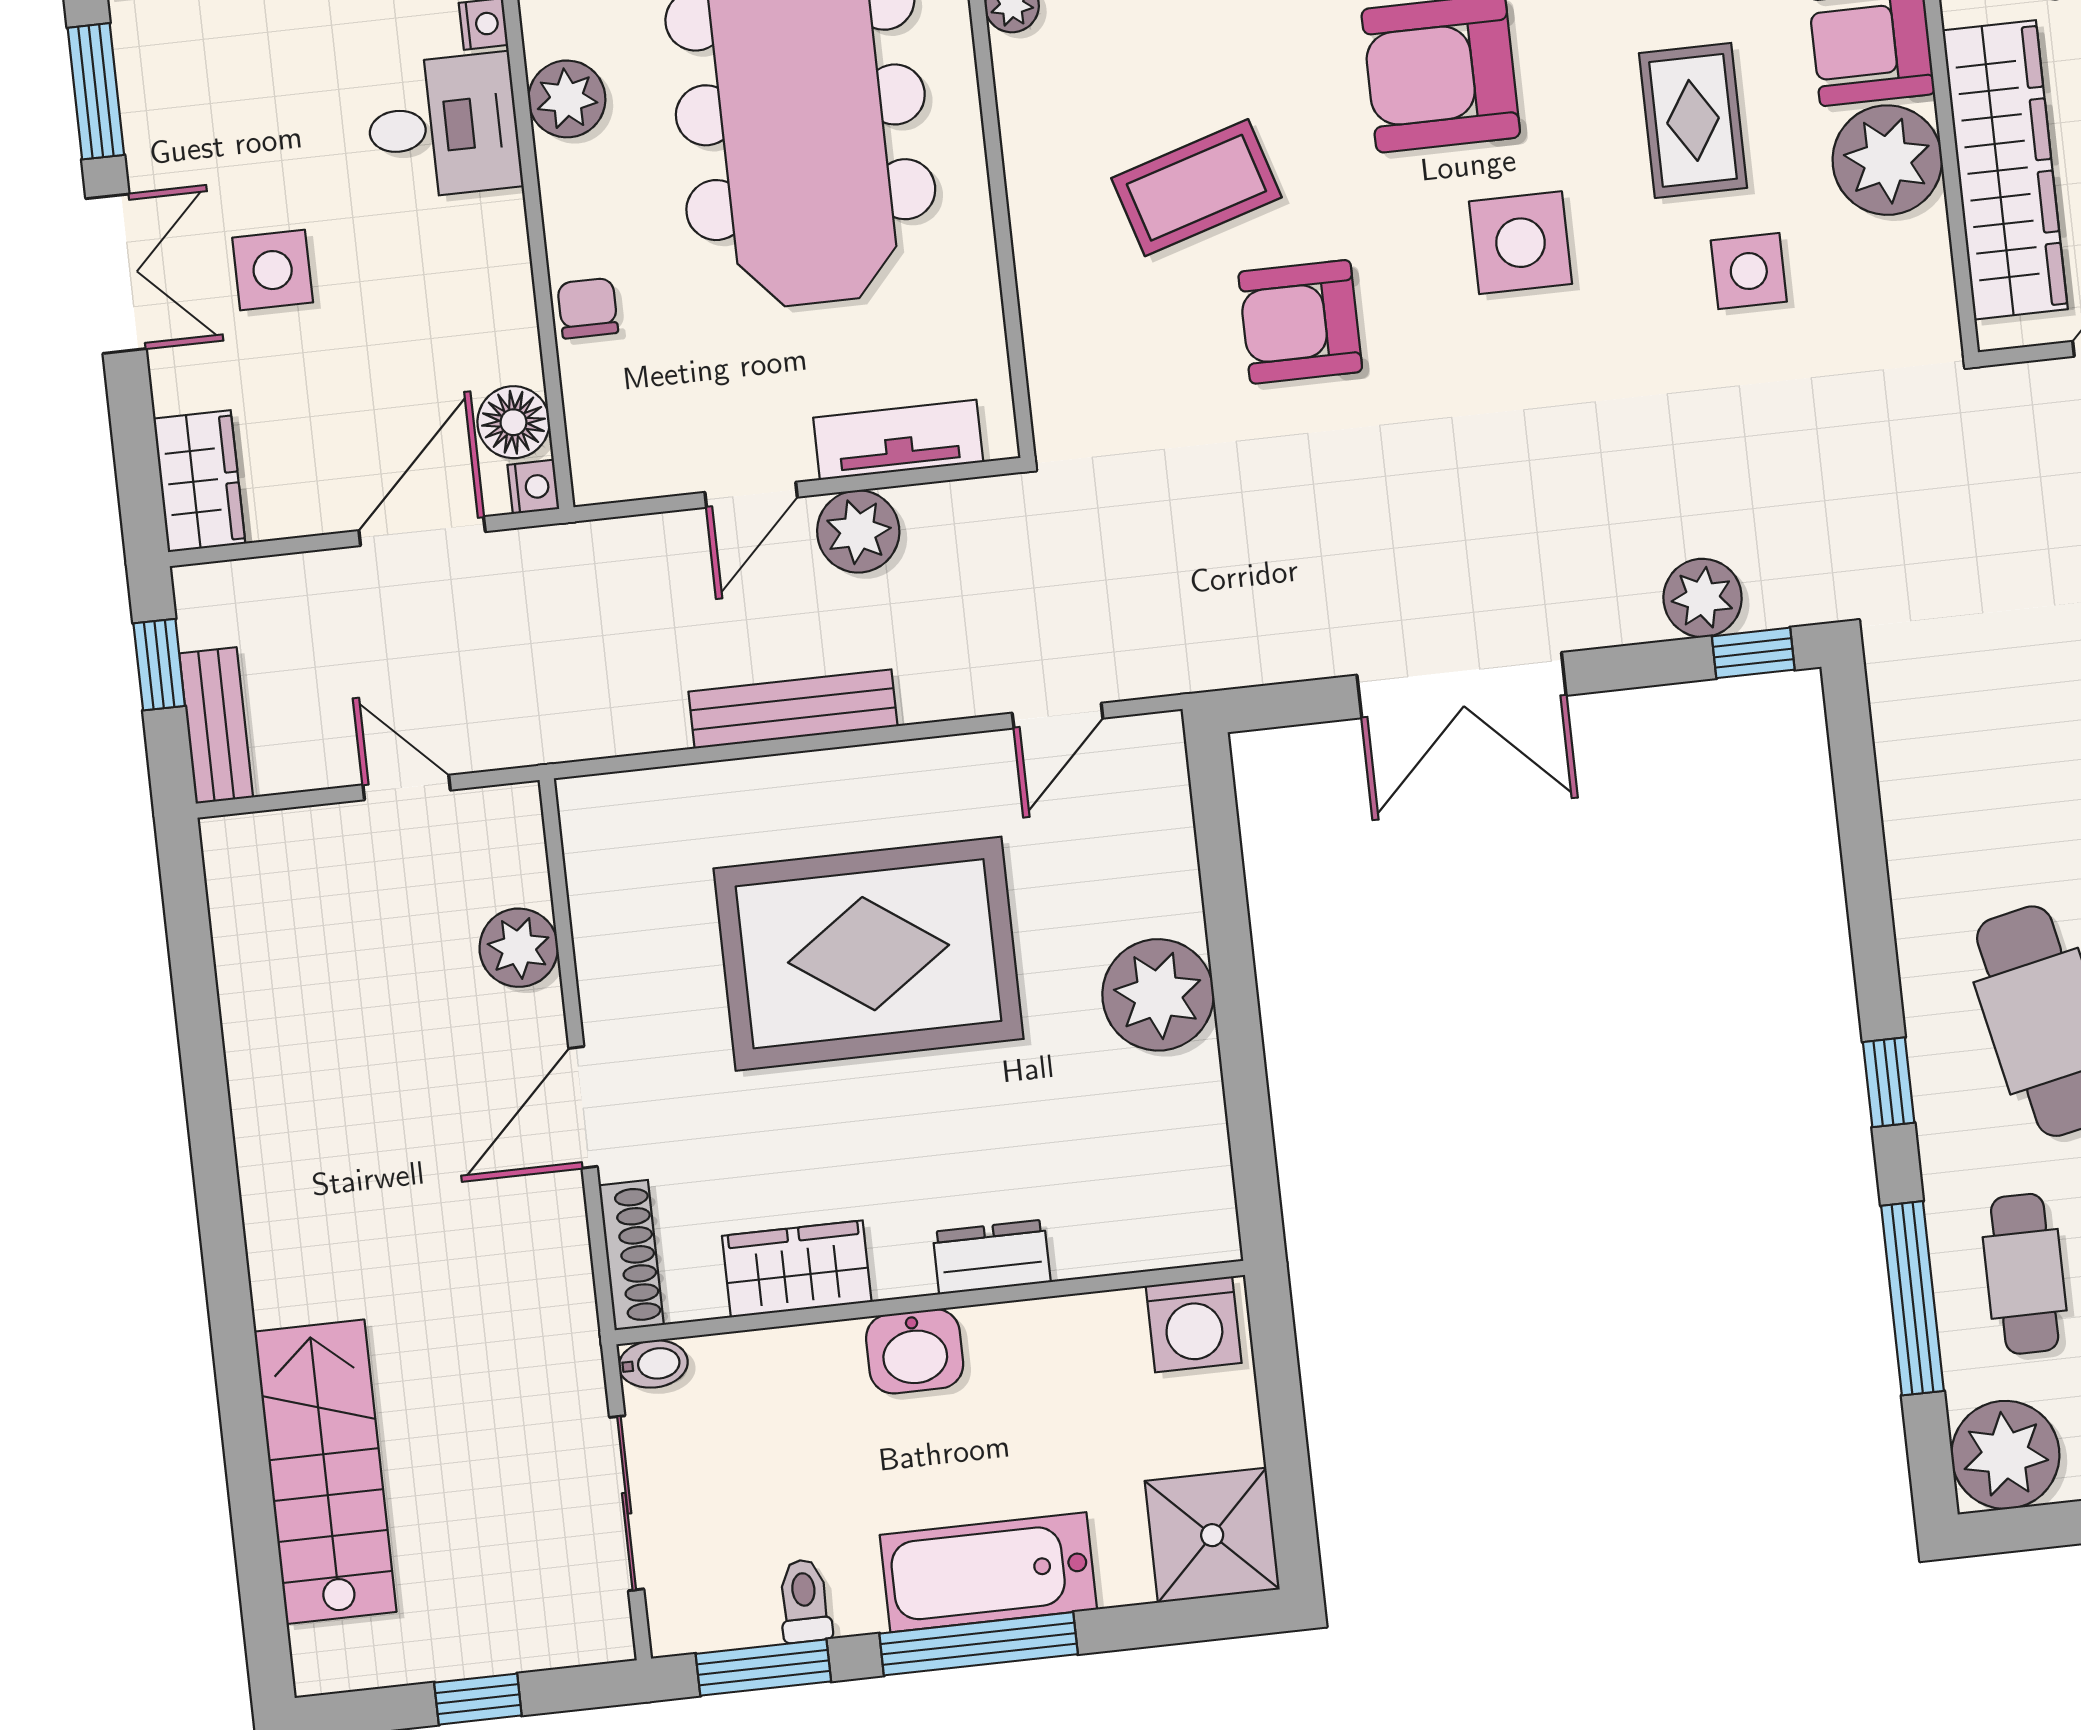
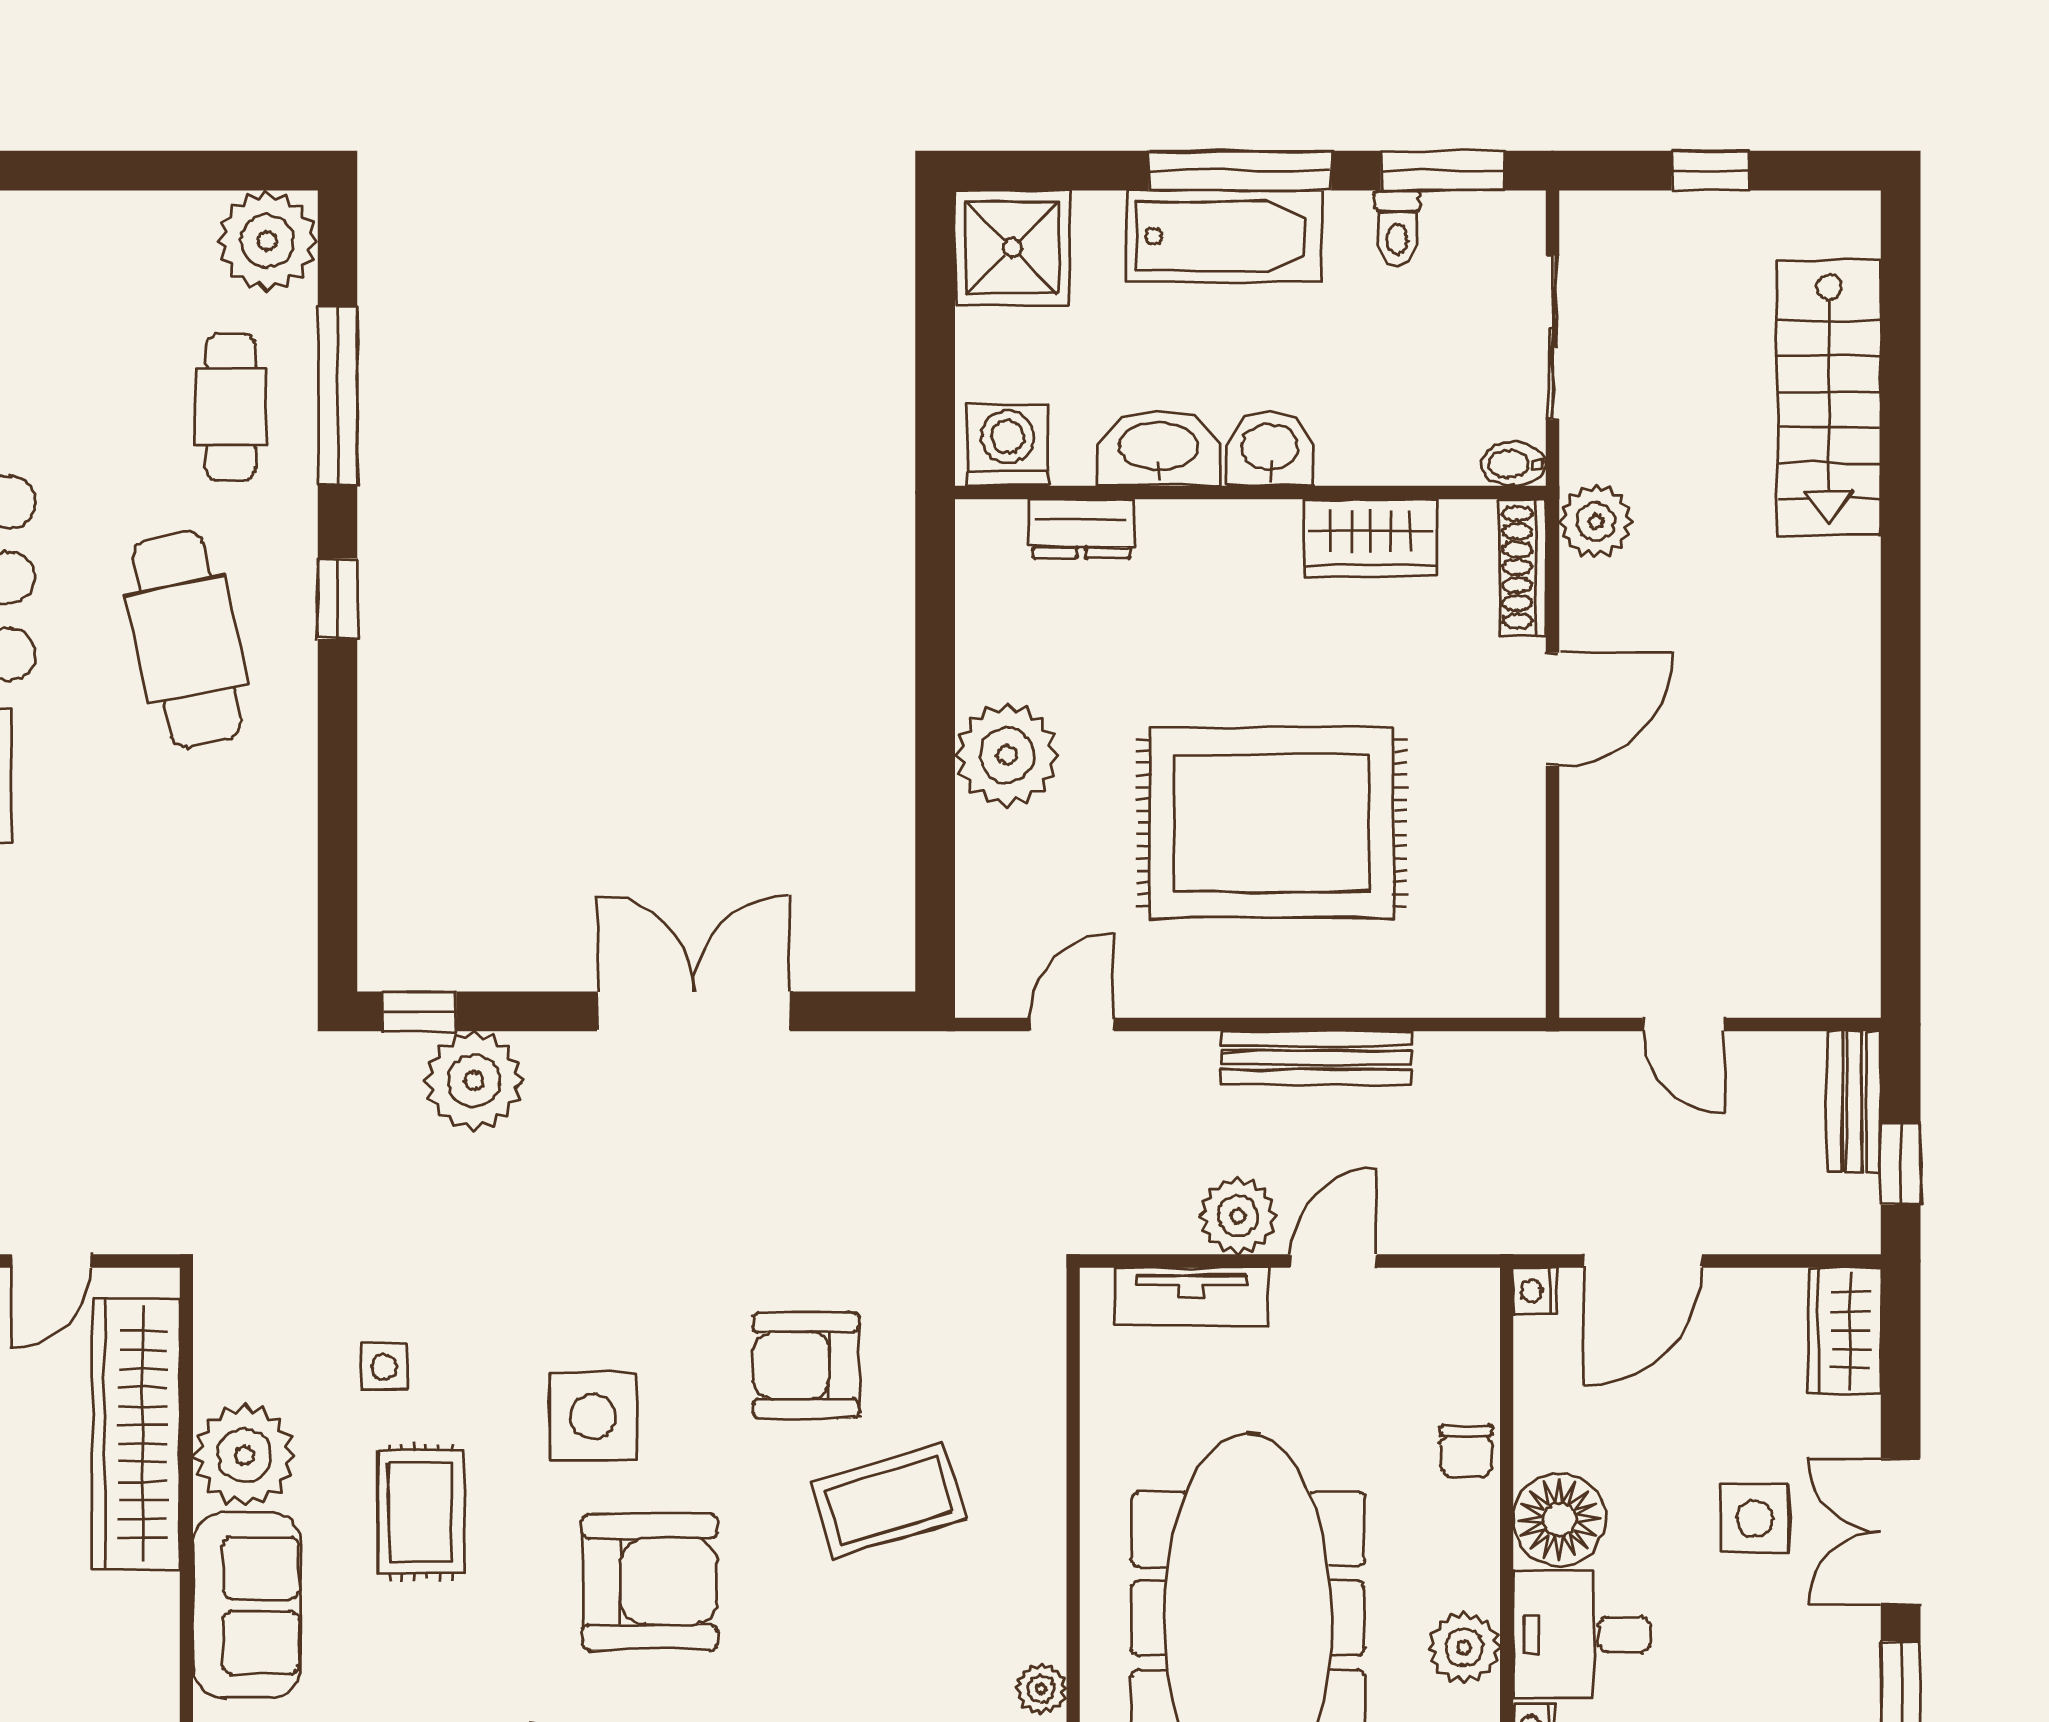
side table: (1749, 271) -> (384, 1366), width x0.73, depth x0.73
armchair: (1300, 322) -> (806, 1365), turned 180
floor lamp: (513, 422) -> (1559, 1519), moved, width x1.38, depth x1.38
plant: (1703, 598) -> (474, 1081), width x1.36, depth x1.36
plant: (519, 948) -> (1596, 522), moved
dresser: (992, 1257) -> (1081, 529), moved
washbasin: (1033, 1339) -> (1159, 448), added

